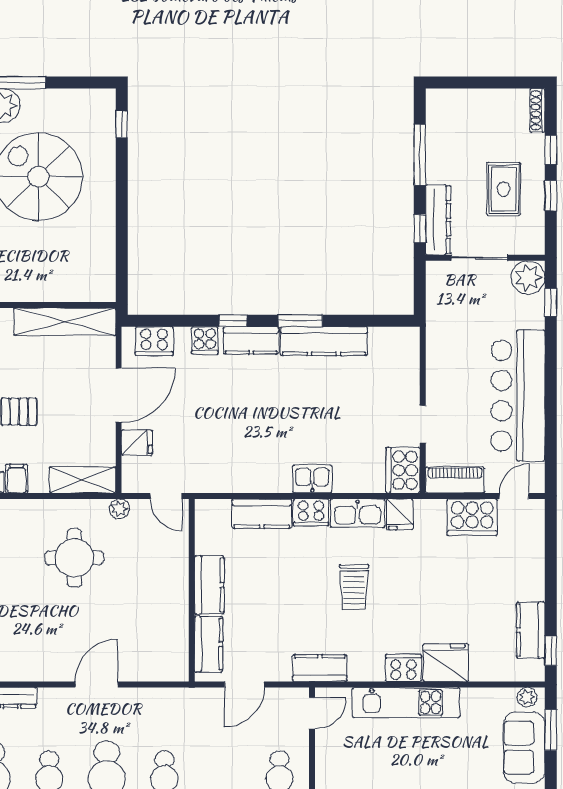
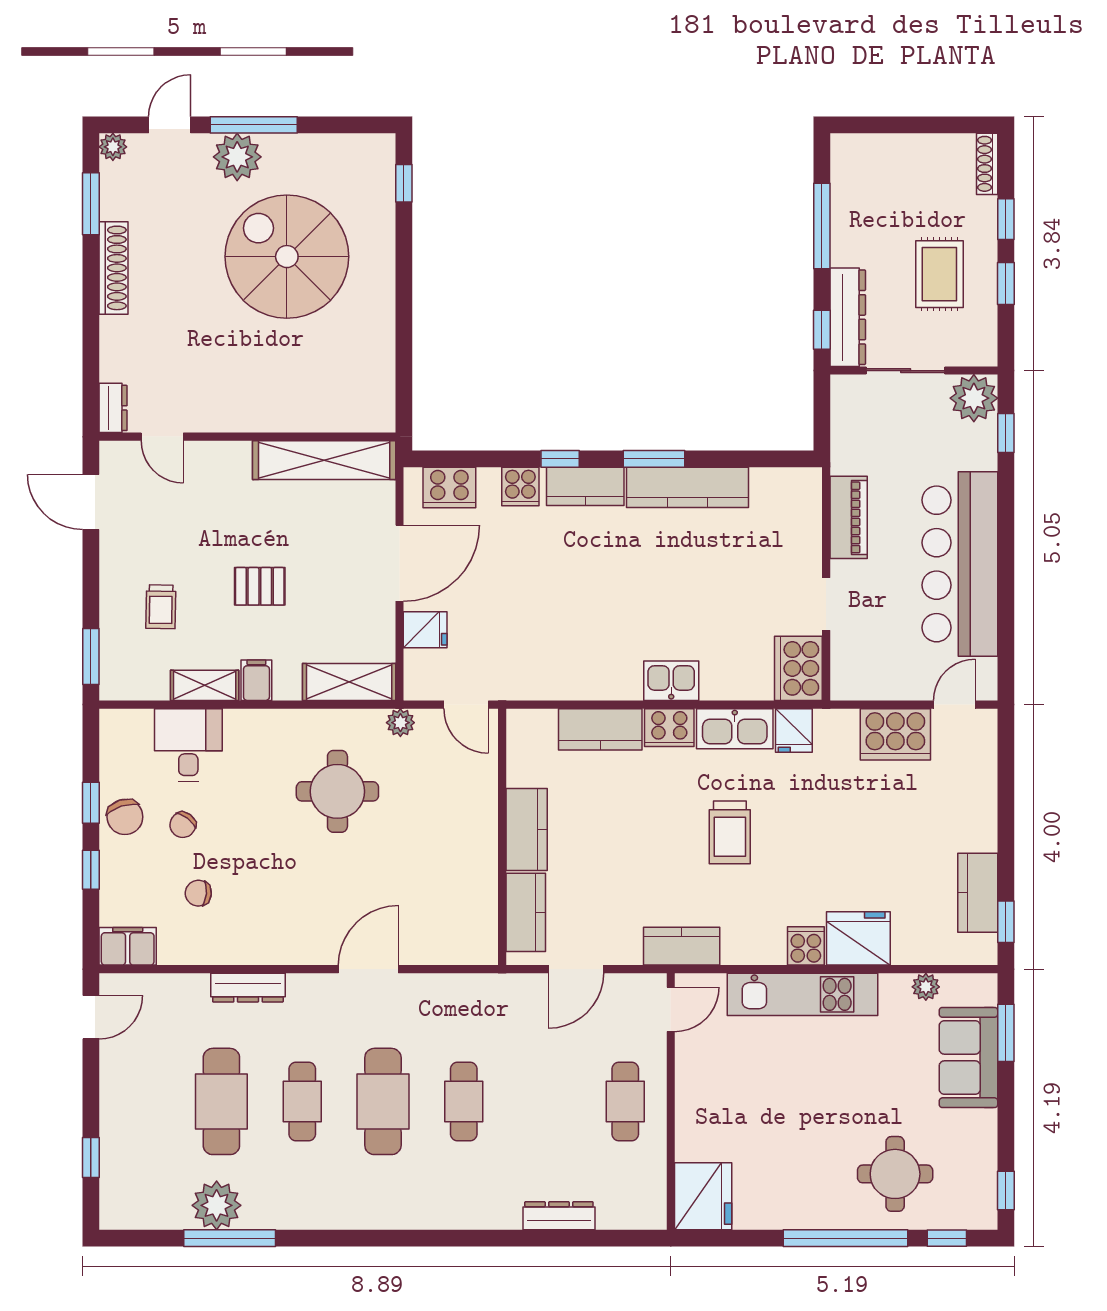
piano: (455, 480) -> (849, 517), moved, turned 90
cooker: (404, 668) -> (806, 946), width x0.73
plant: (527, 697) -> (926, 987), moved

